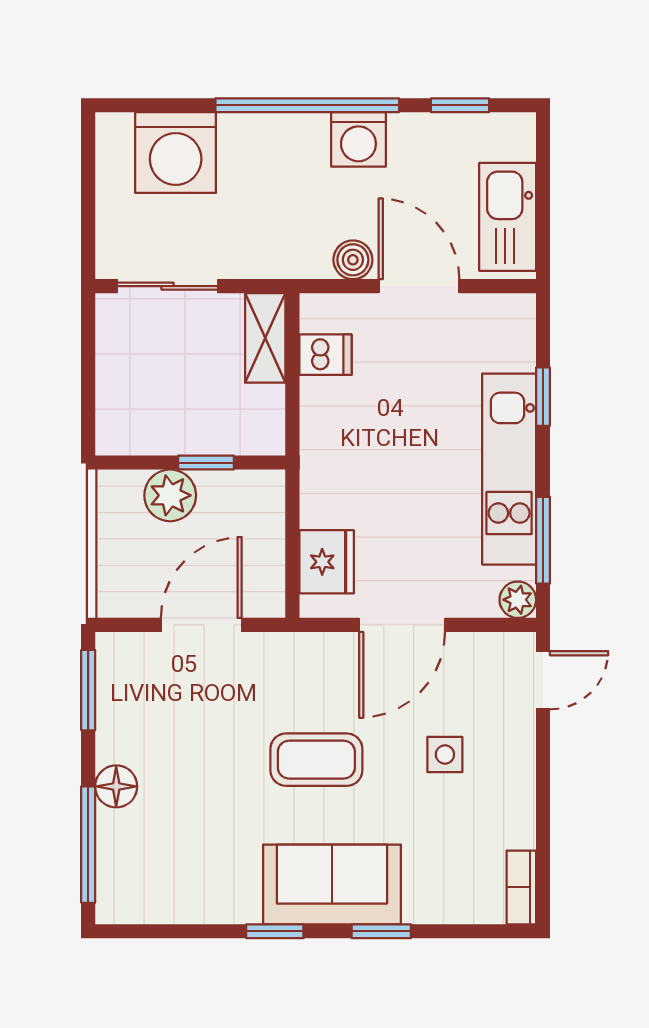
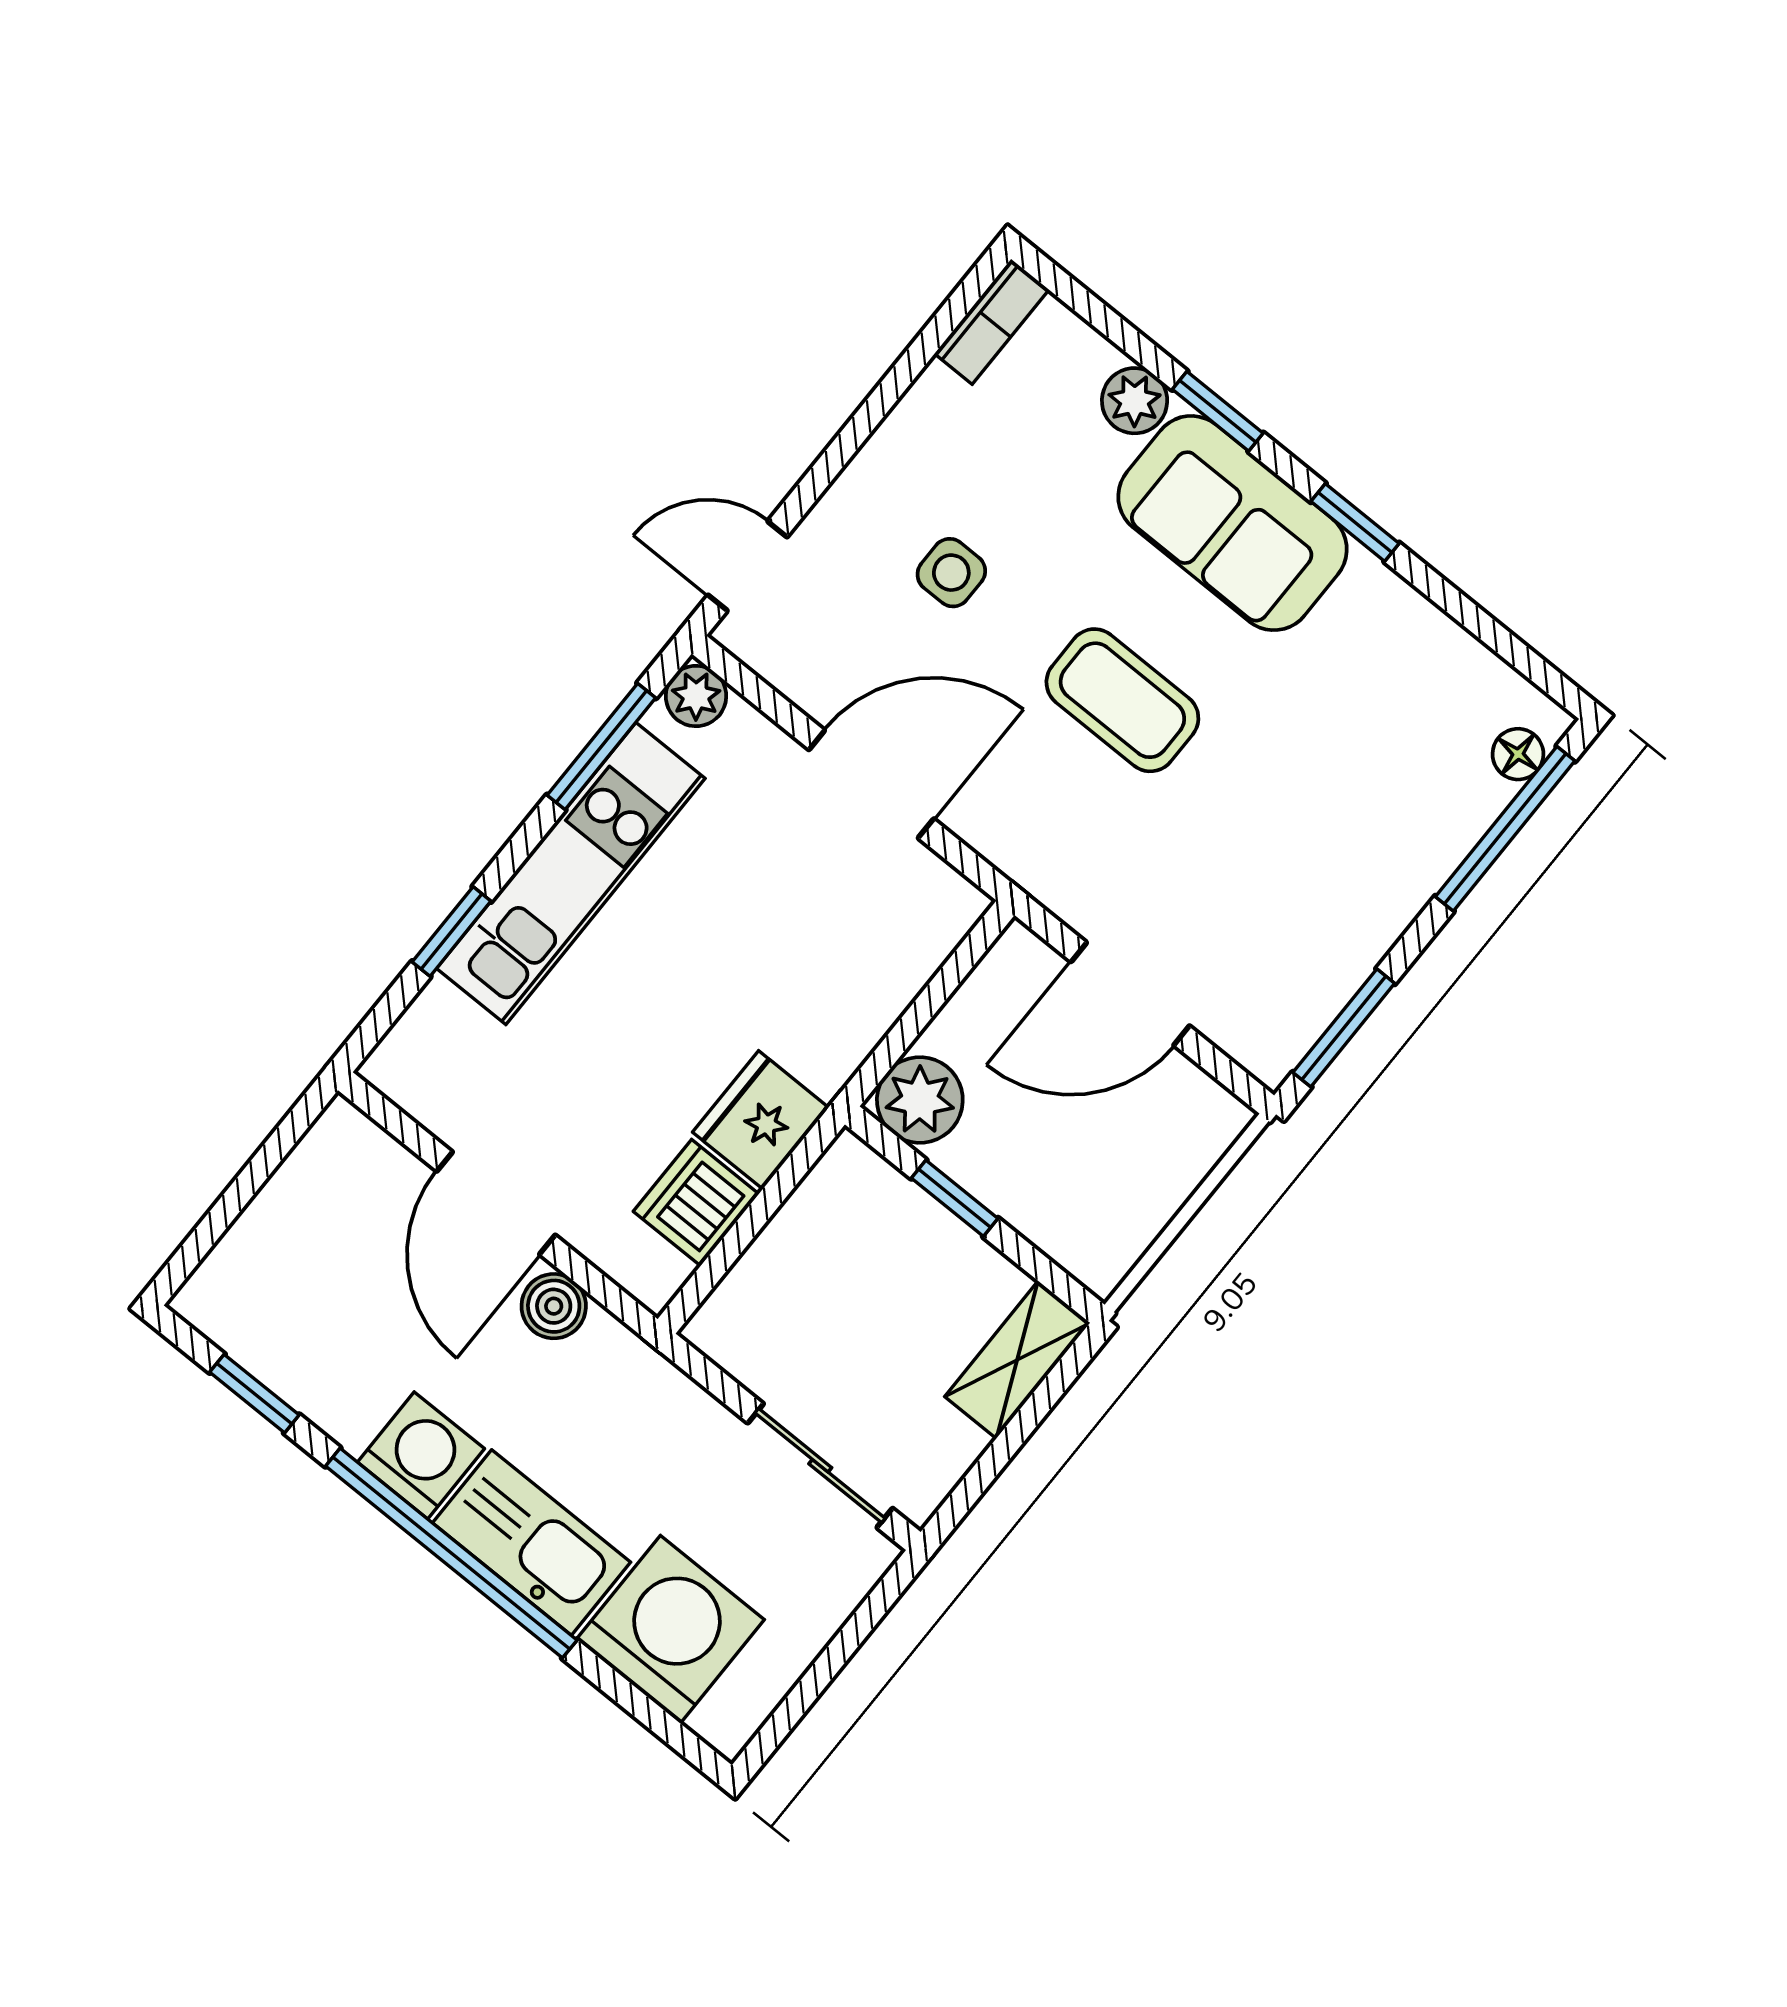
kitchen sink: (508, 217) -> (532, 1543), moved, turned -90
shelving: (265, 338) -> (1017, 1360), moved
dishwasher: (325, 355) -> (696, 1203), width x1.38
plant: (170, 495) -> (920, 1100), moved
fridge: (327, 562) -> (761, 1120), moved
floor lamp: (116, 786) -> (1518, 754), moved, width x0.73, depth x0.73
plant: (424, 905) -> (1135, 401), added

